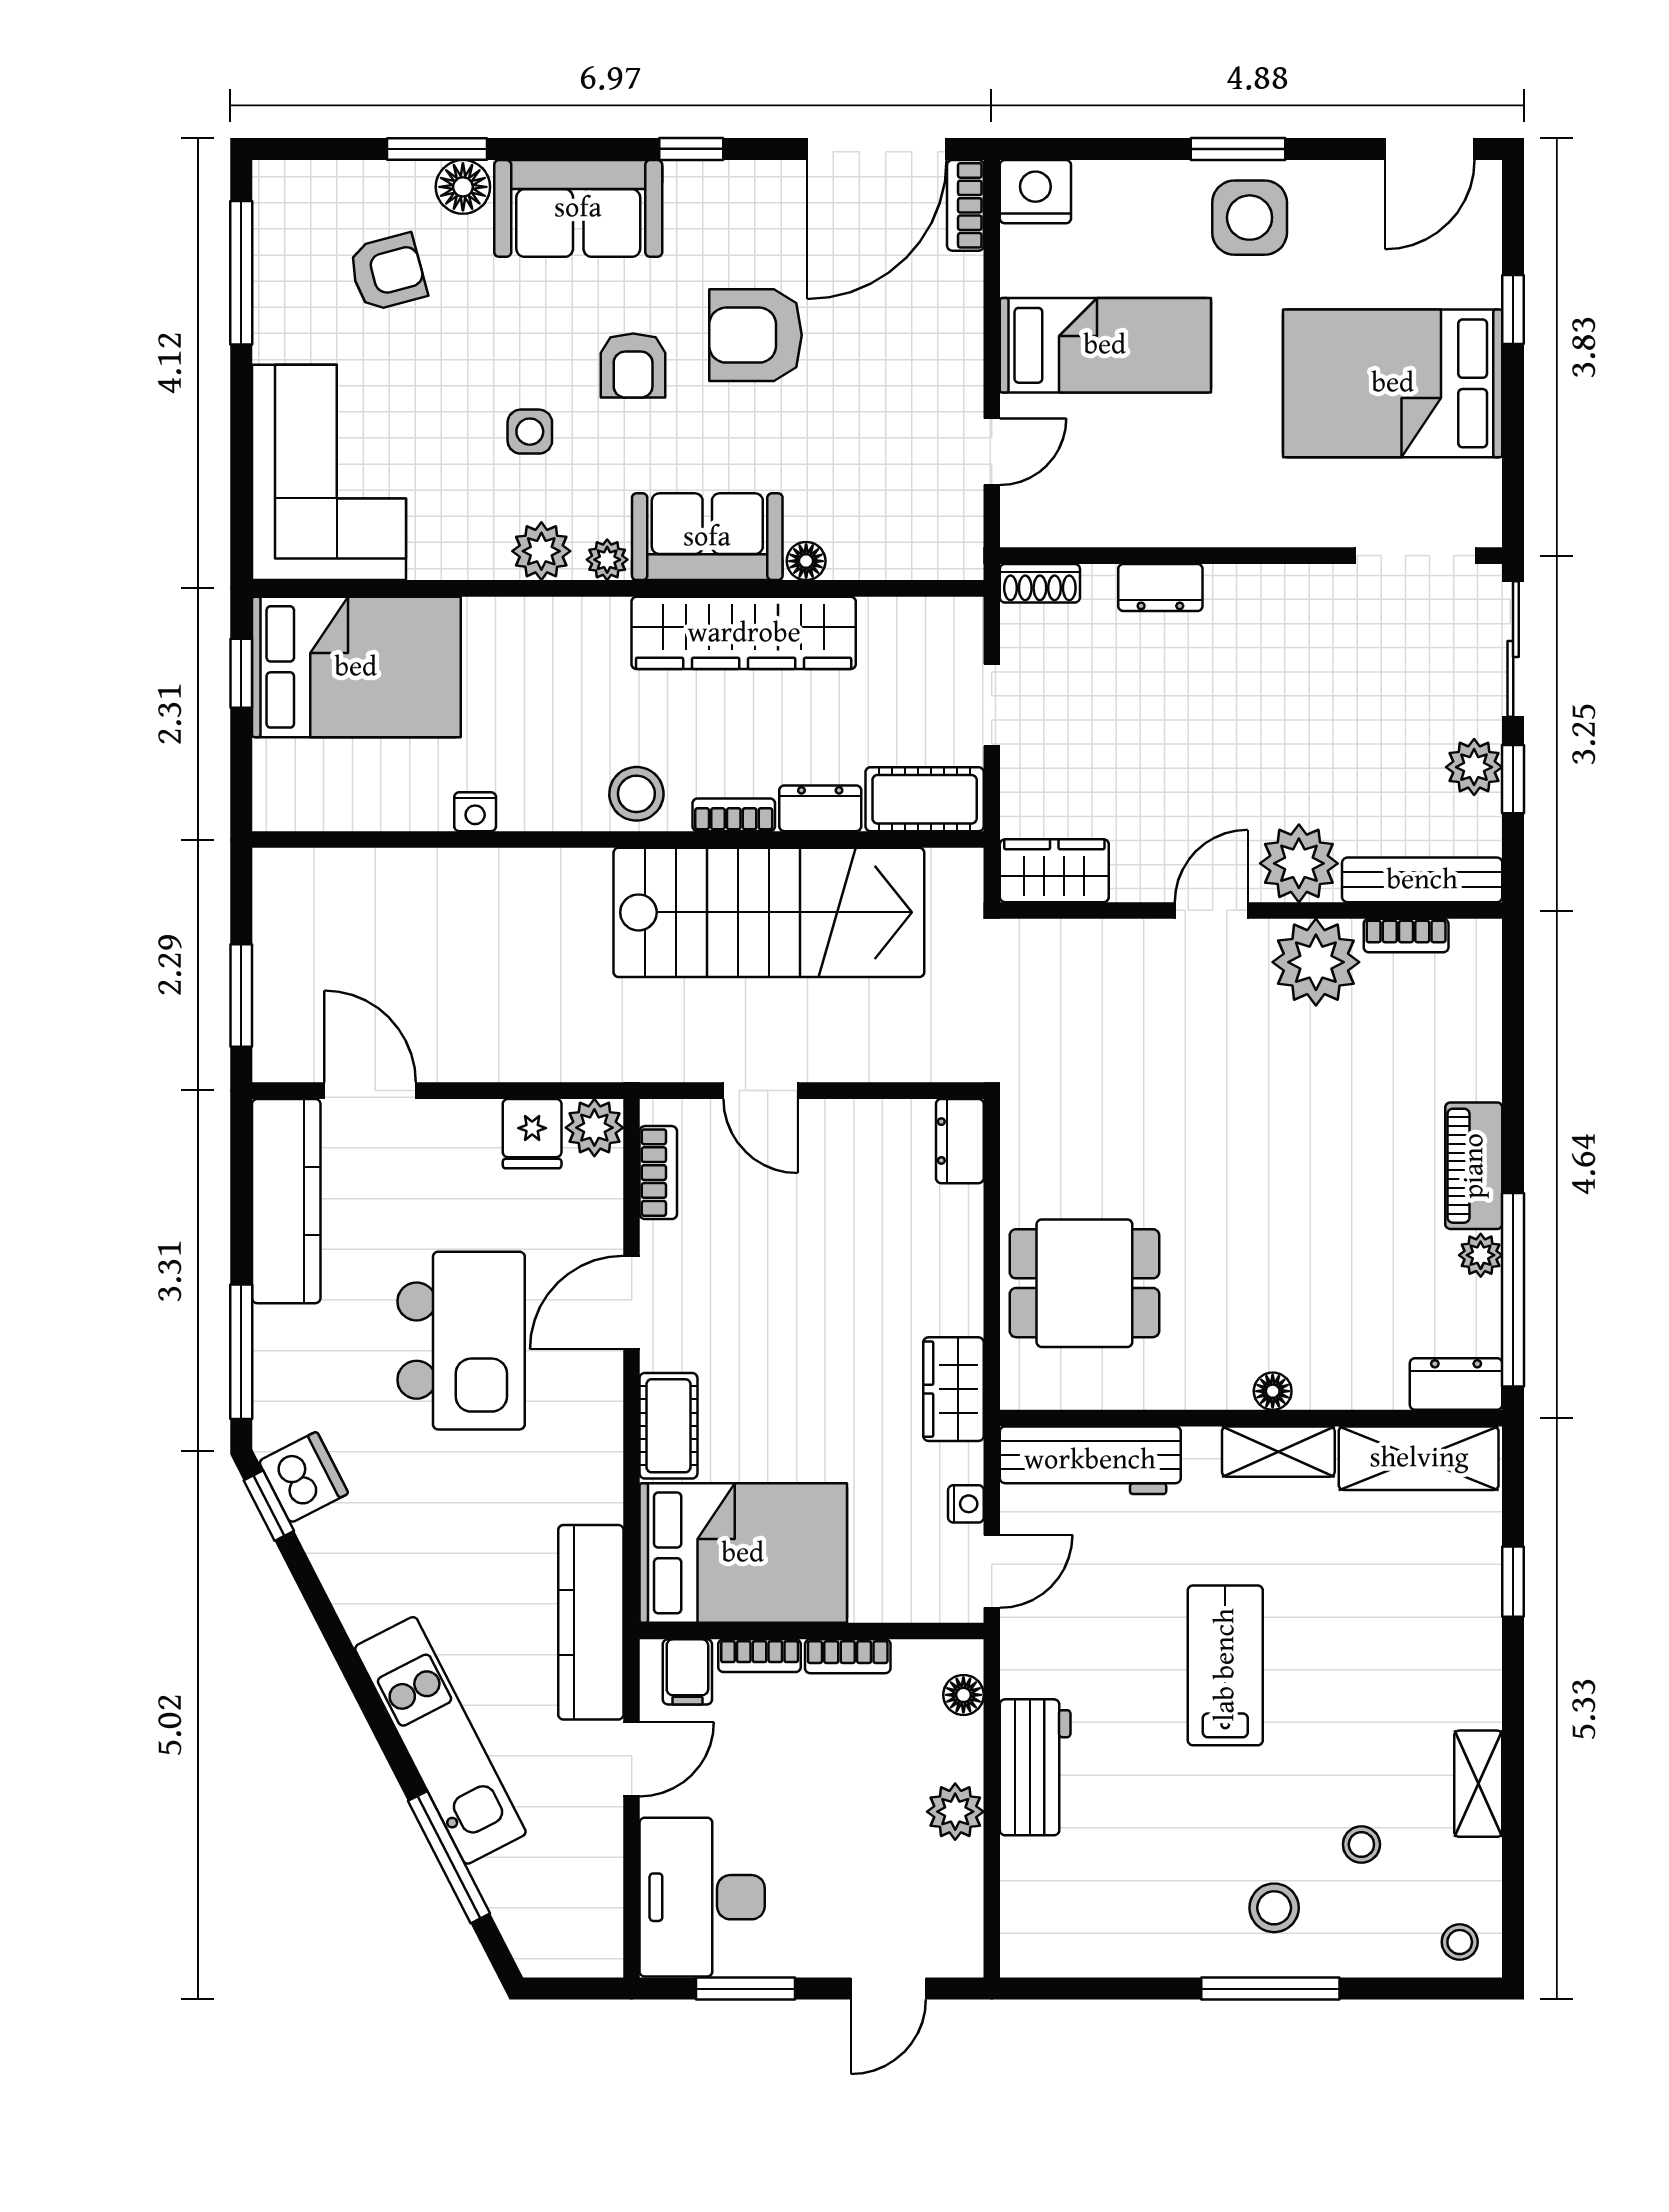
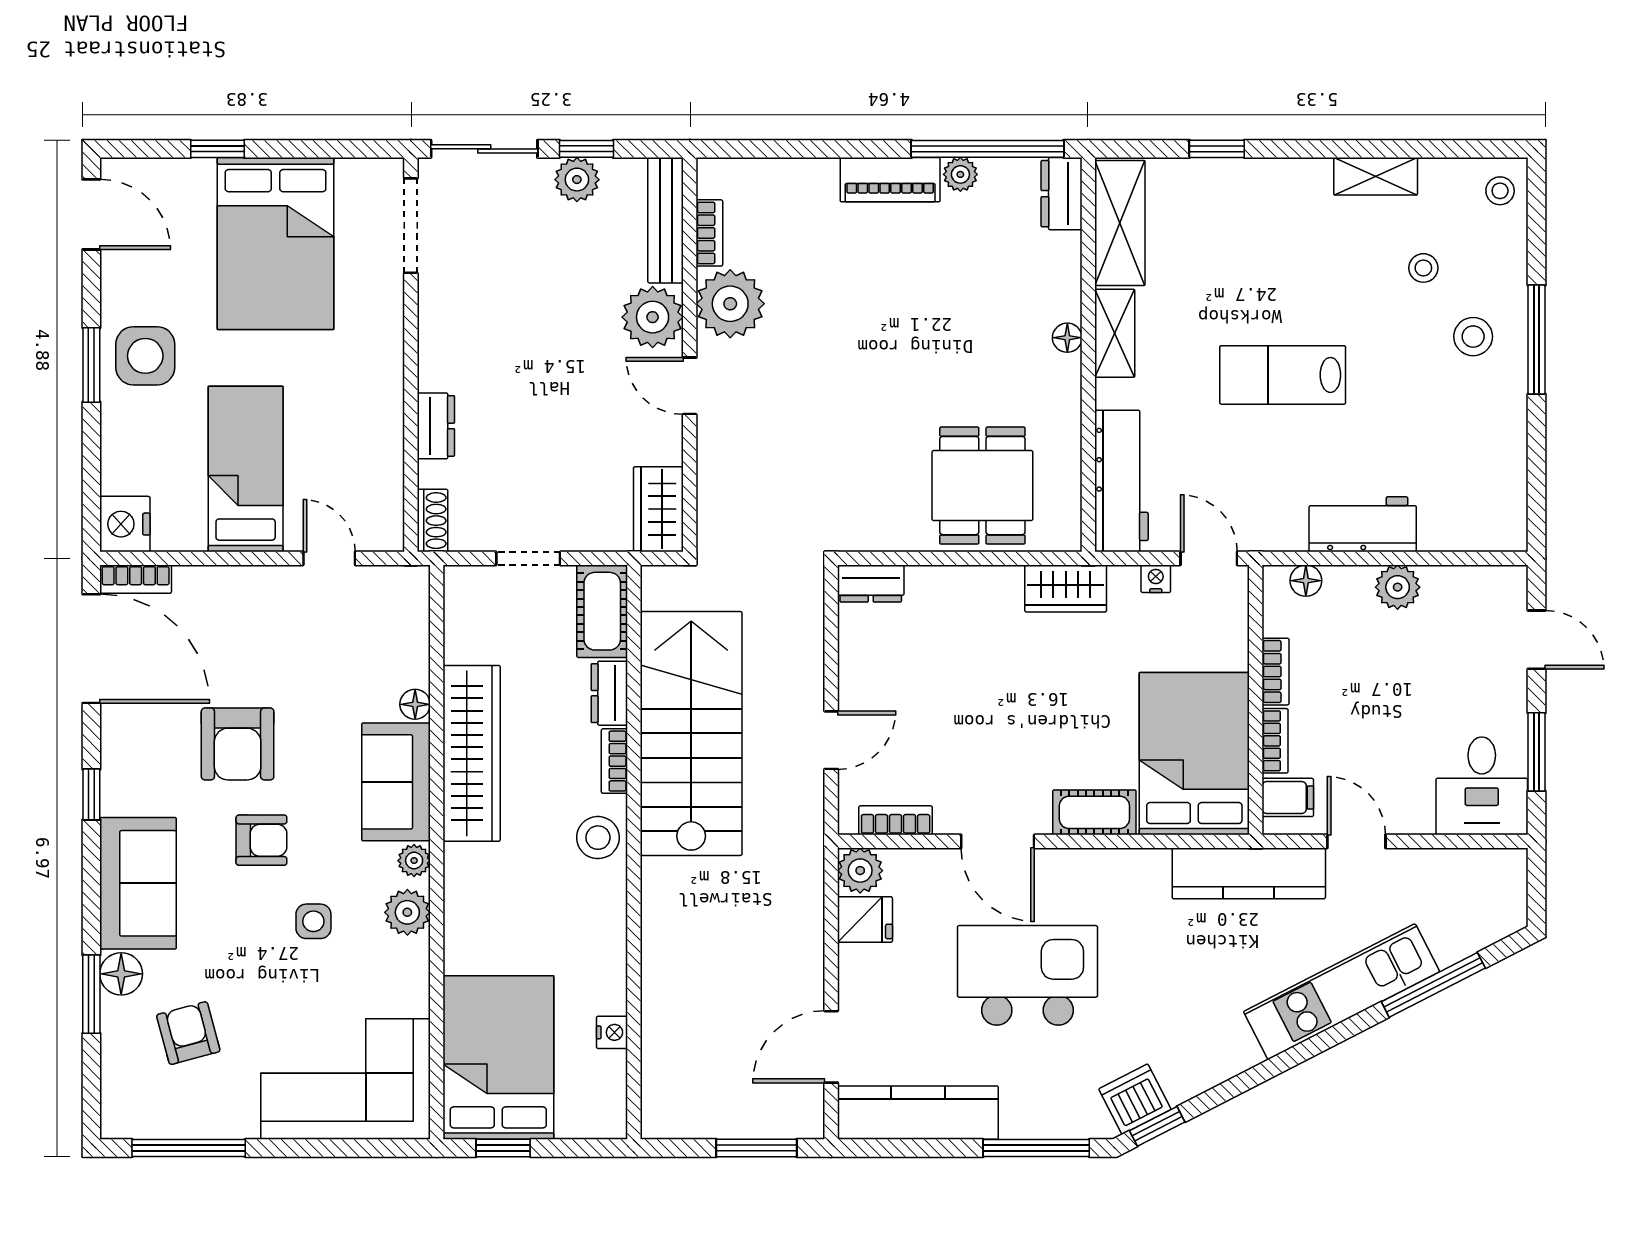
nightstand: (475, 812) -> (612, 1032), moved
desk: (702, 1897) -> (1482, 786), width x0.73

